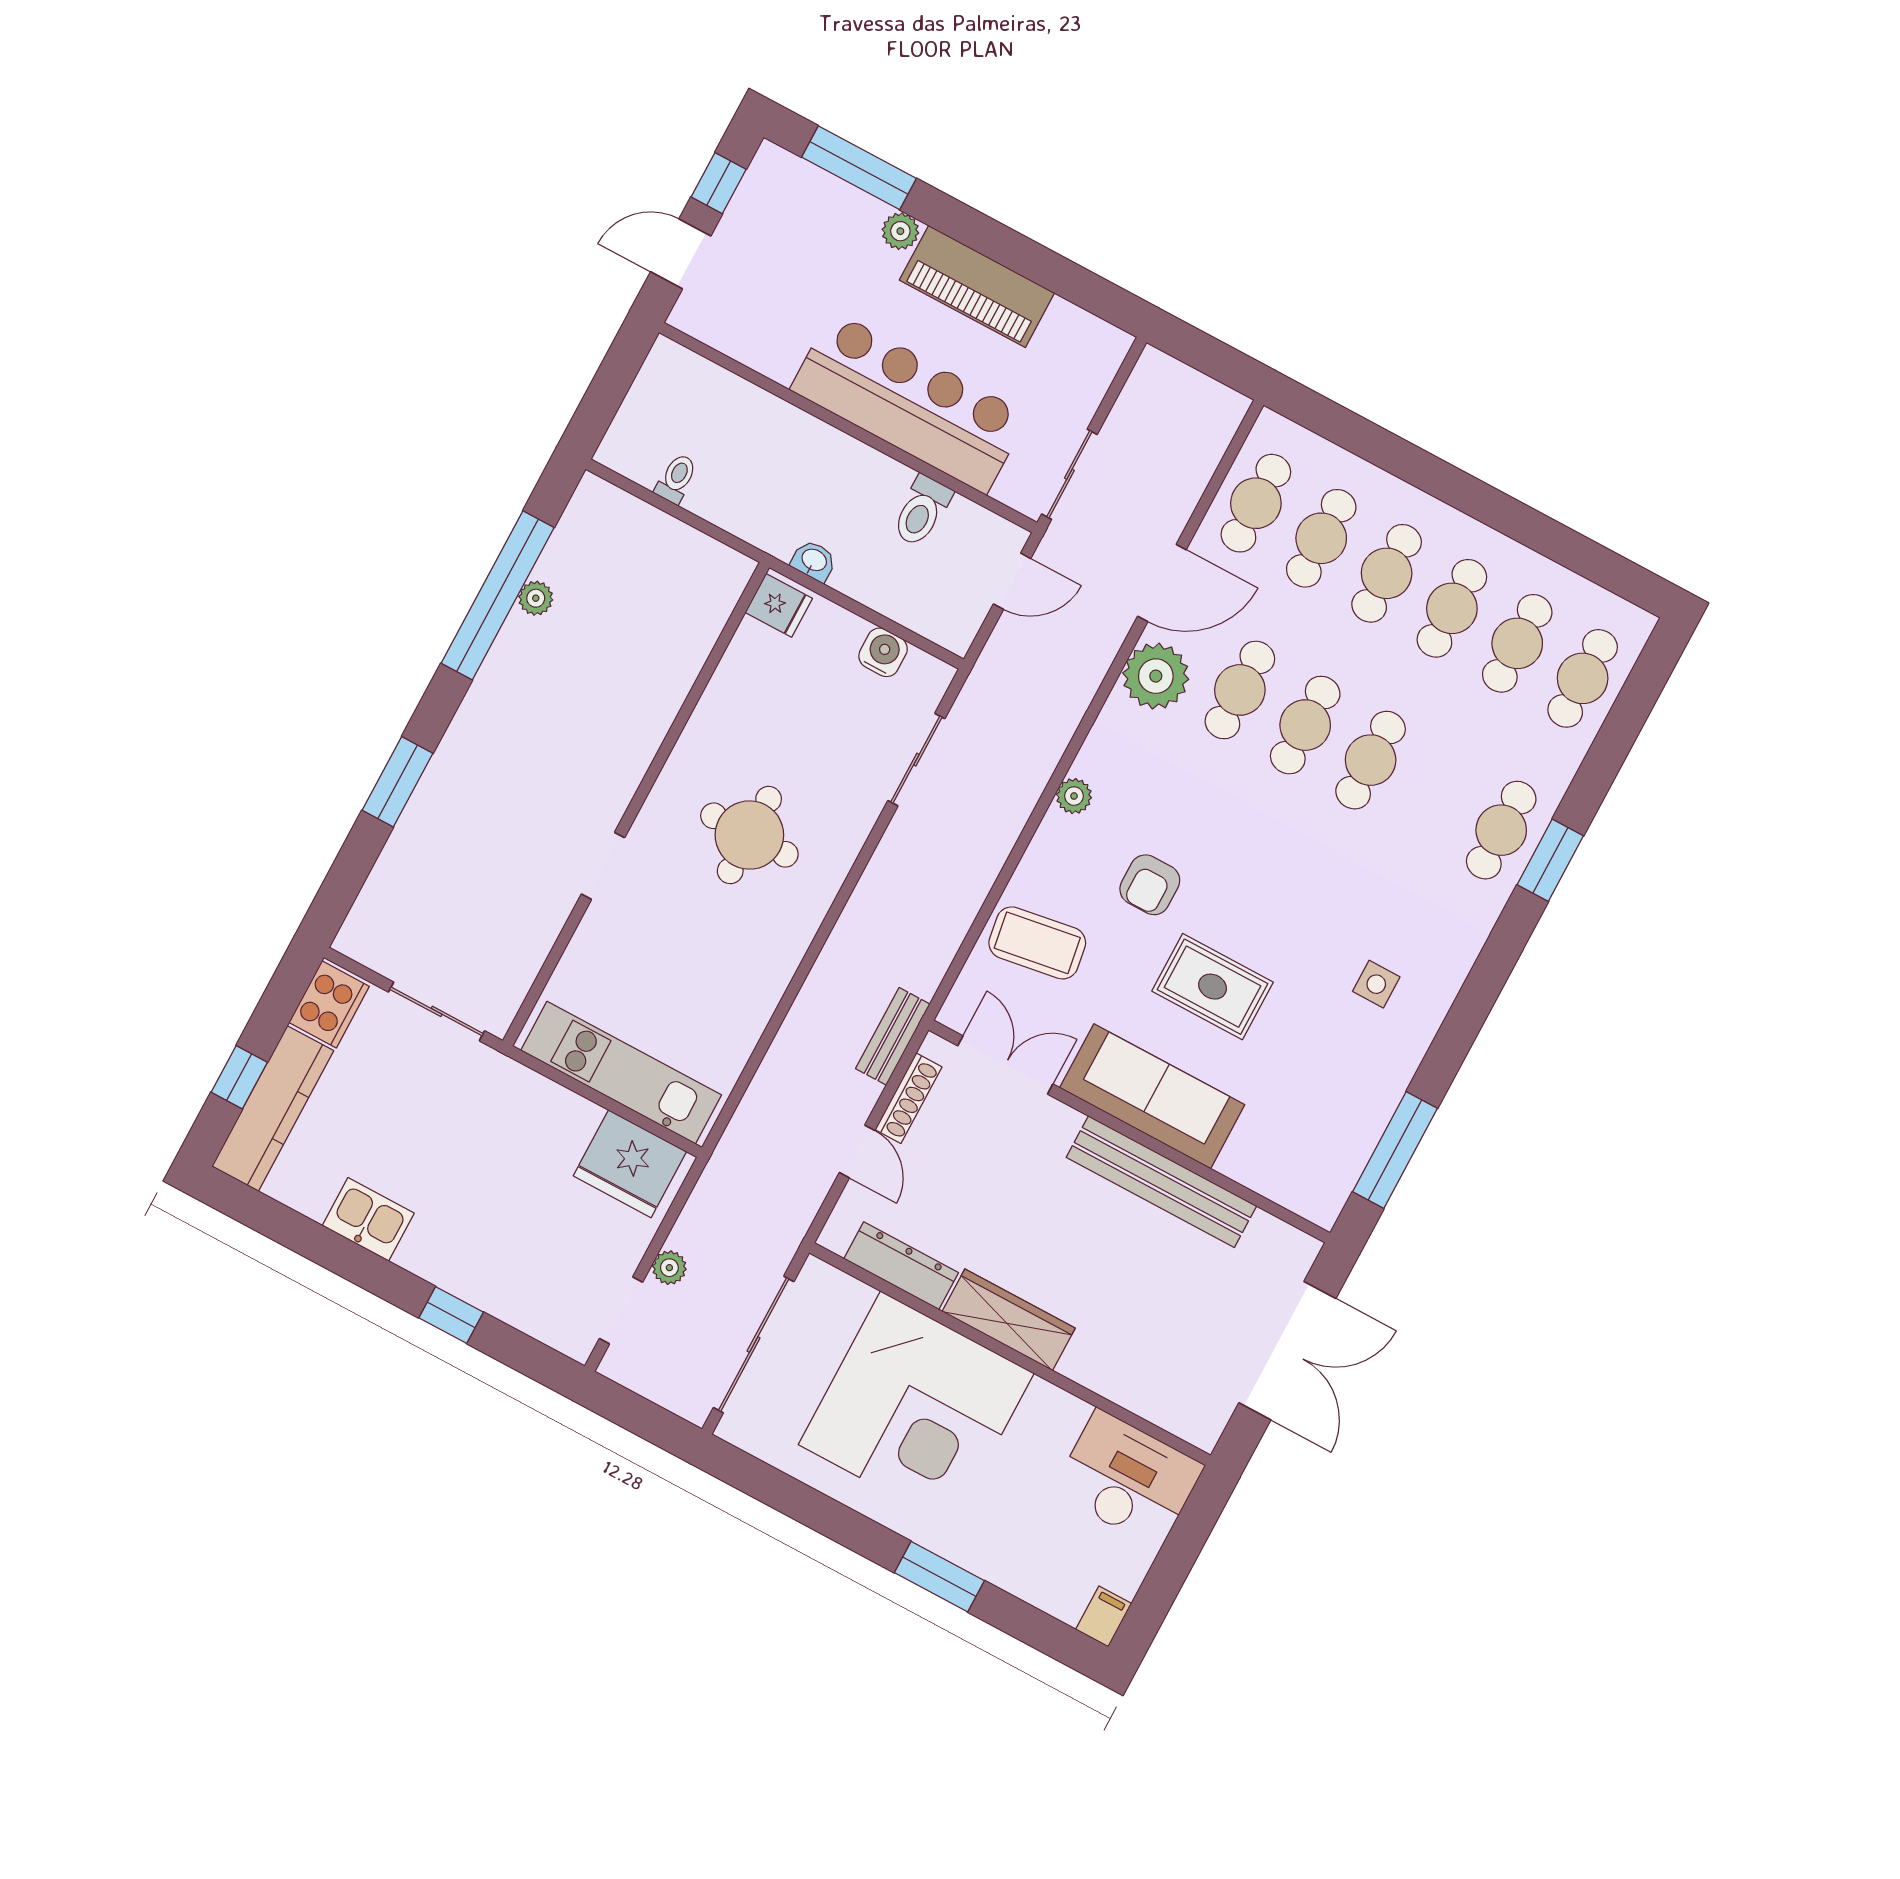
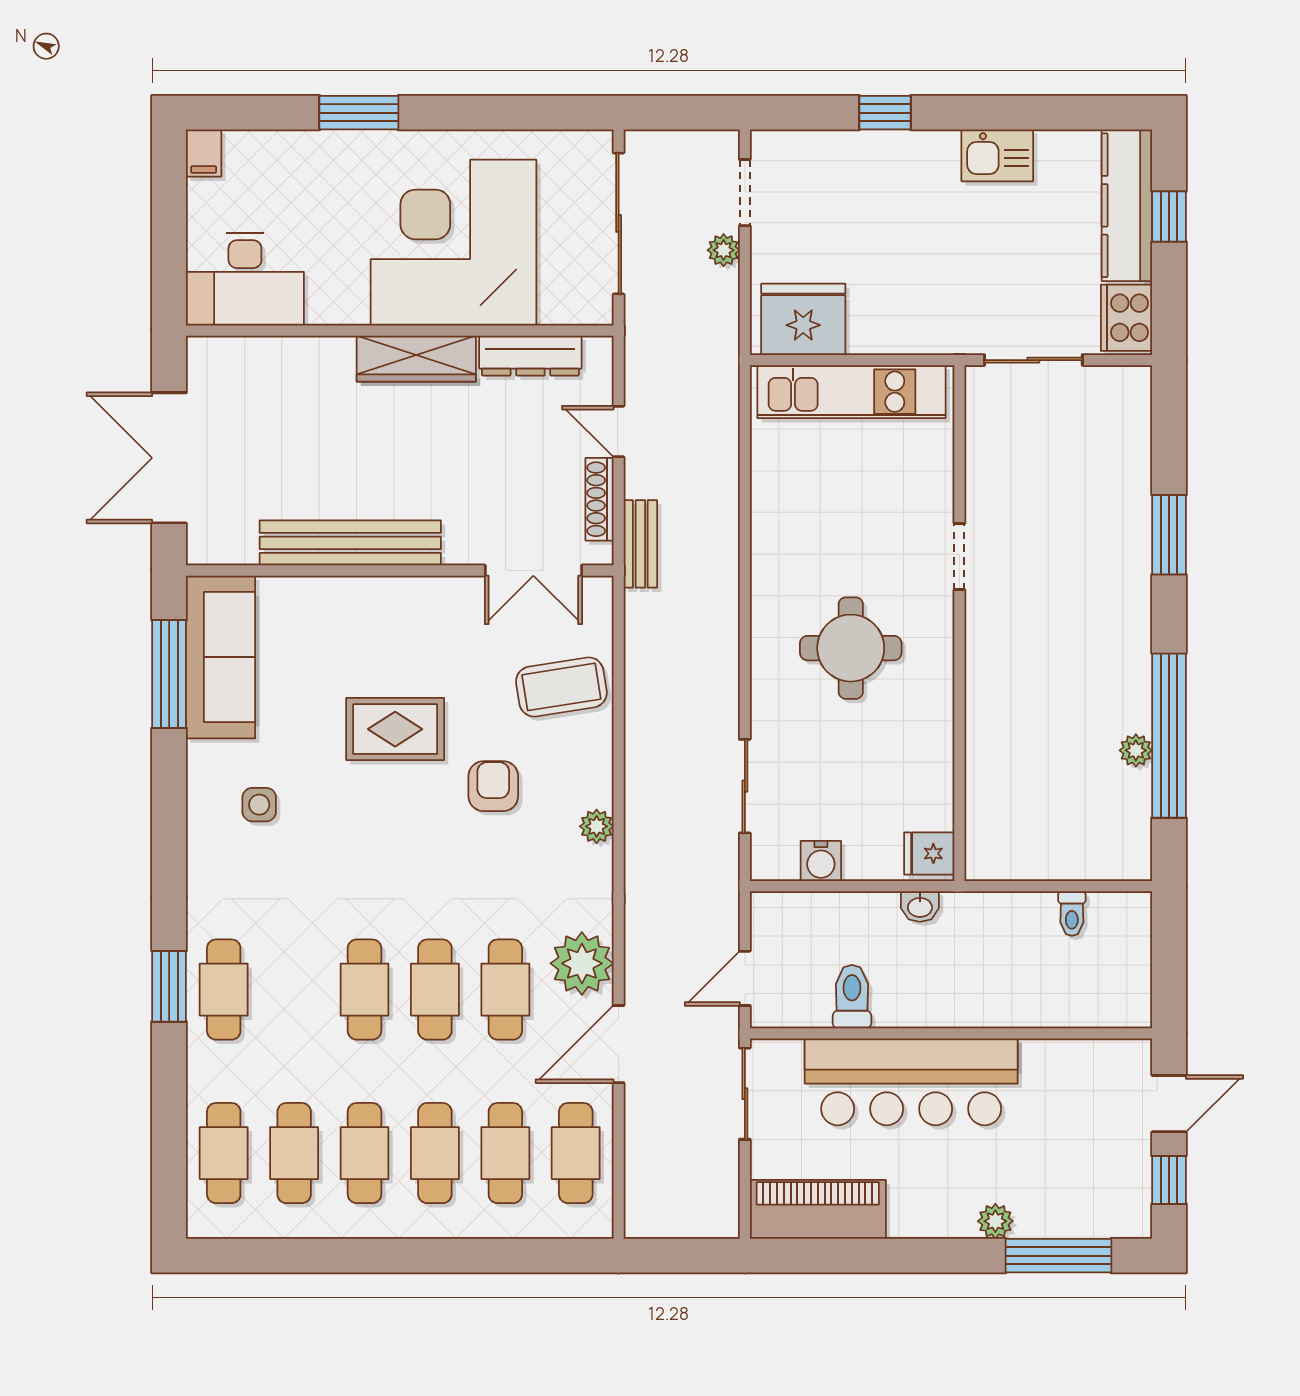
piano: (977, 286) -> (818, 1209), moved
sofa: (1152, 1096) -> (221, 657), moved, turned -90

